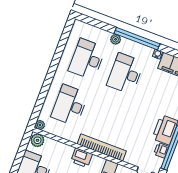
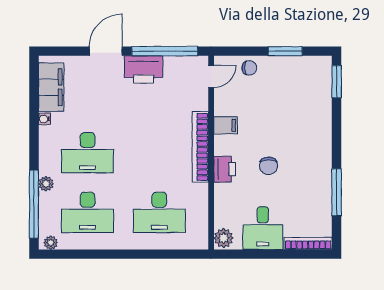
window: (137, 39) -> (34, 204), moved
plant: (40, 125) -> (51, 243), moved
printer: (161, 150) -> (174, 64), removed

